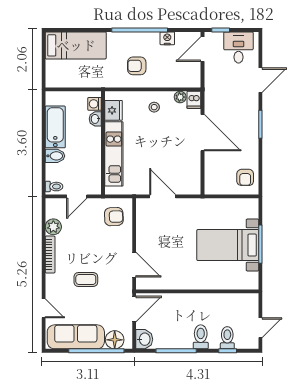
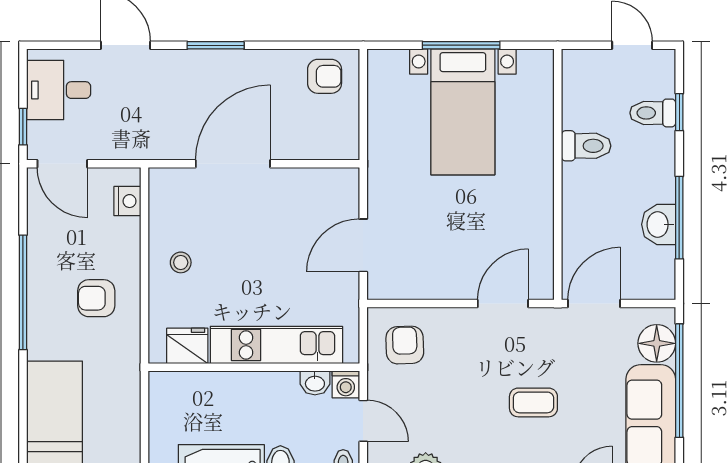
nightstand: (167, 38) -> (127, 201), moved, turned 180
armchair: (137, 66) -> (96, 298), turned 90
plant: (180, 97) -> (160, 209), removed
dishwasher: (194, 100) -> (166, 181), removed
washing machine: (95, 104) -> (346, 384), moved
washbasin: (95, 119) -> (315, 383), moved
coffee table: (86, 279) -> (533, 402), turned 90
door: (134, 309) -> (594, 303), hinge flipped
toilet: (201, 337) -> (586, 146), moved, turned 180
washbasin: (144, 339) -> (659, 224), moved, turned -90

